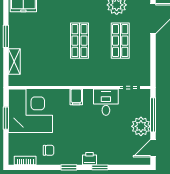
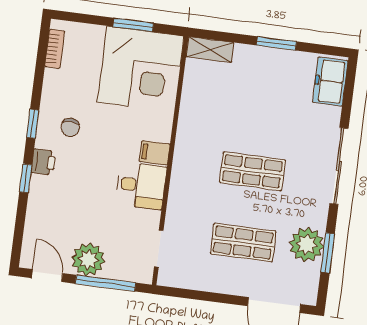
shelving: (14, 62) -> (210, 50), moved
desk: (106, 102) -> (141, 186), moved
chair: (49, 150) -> (70, 127), moved

